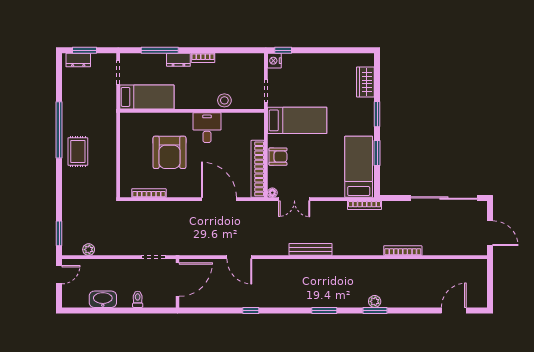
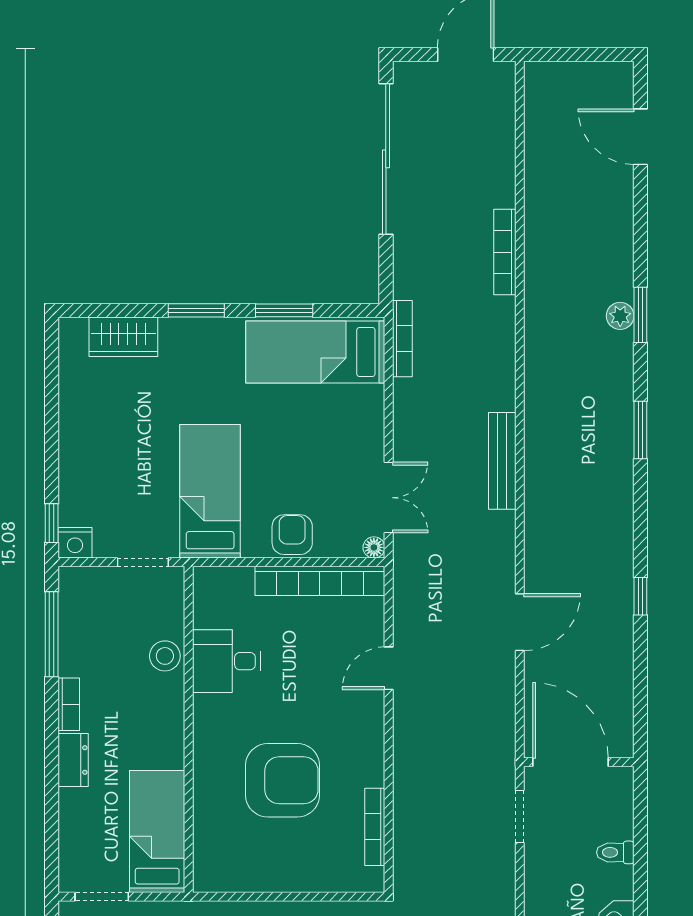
window: (160, 50) -> (52, 634), moved
desk: (207, 128) -> (227, 661), moved
door: (219, 199) -> (389, 668), width x0.53

